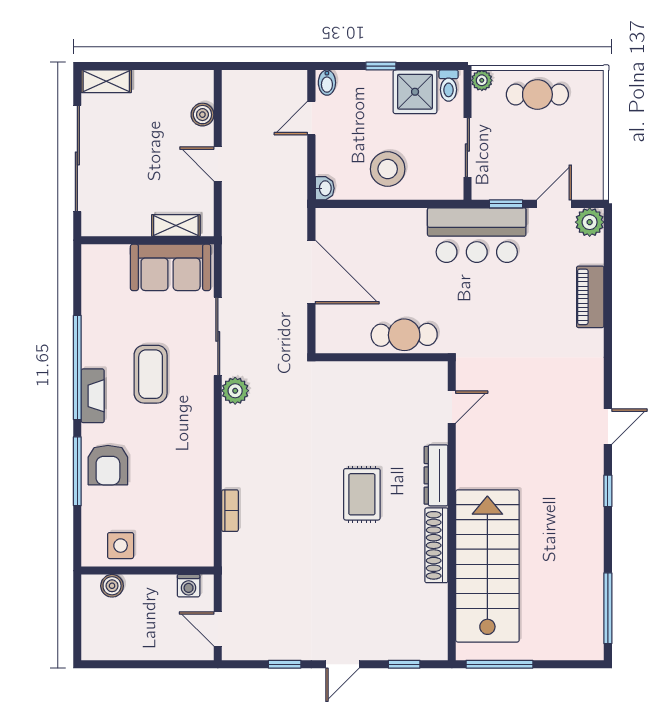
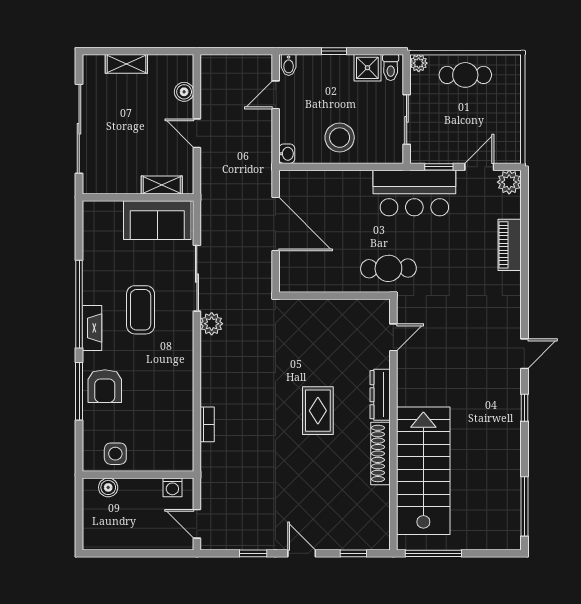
shelving: (106, 81) -> (126, 64), moved
shower: (415, 92) -> (367, 68), width x0.73, depth x0.73
cafe table: (404, 335) -> (388, 268), moved
door: (342, 664) -> (302, 553), swing flipped

